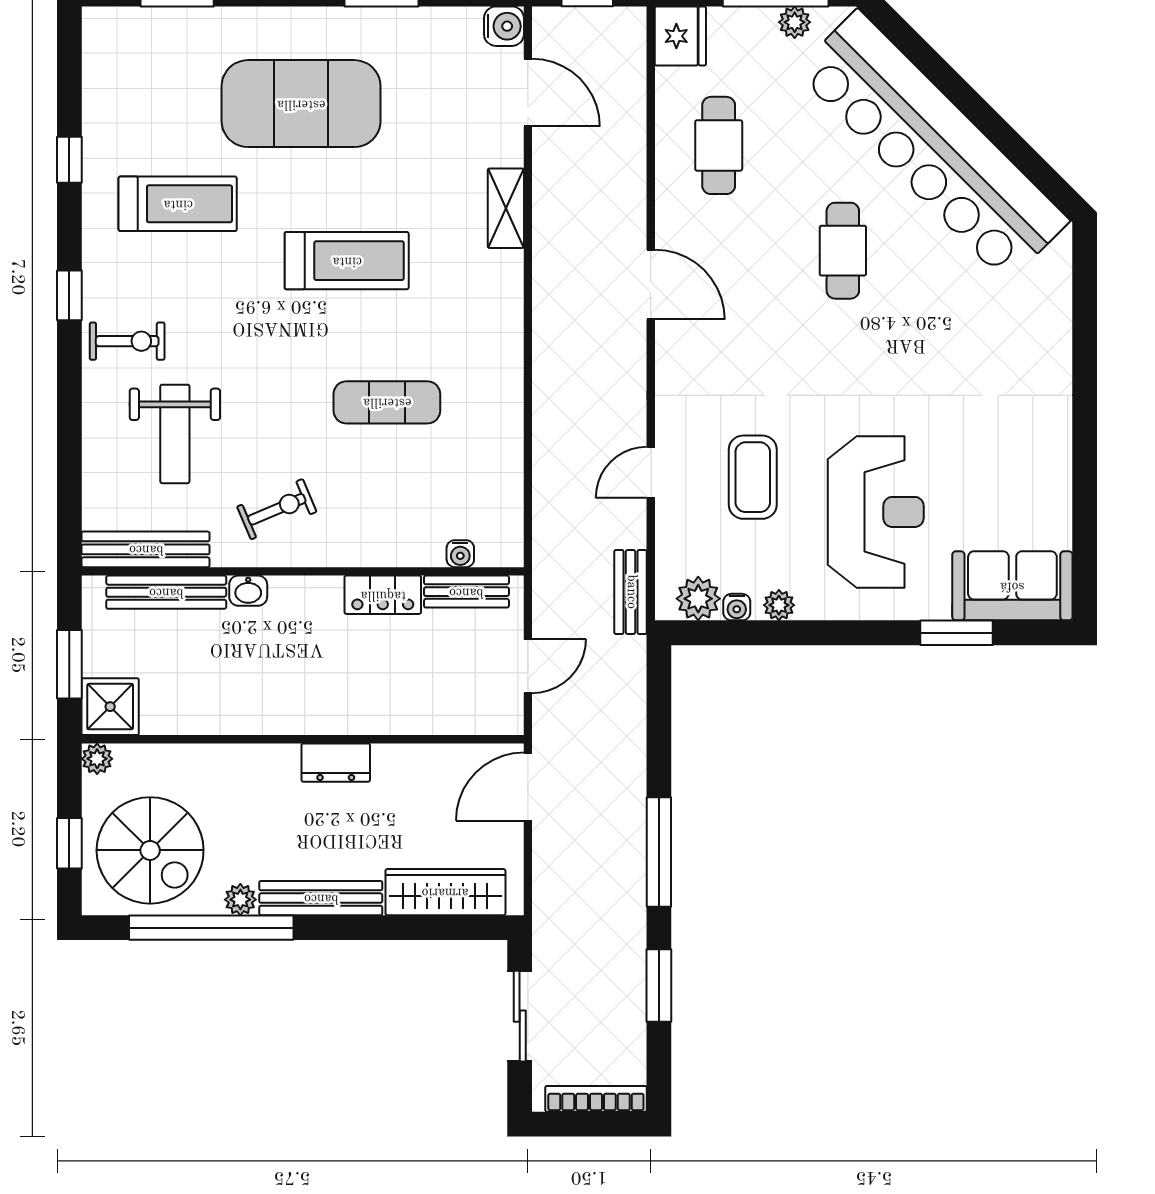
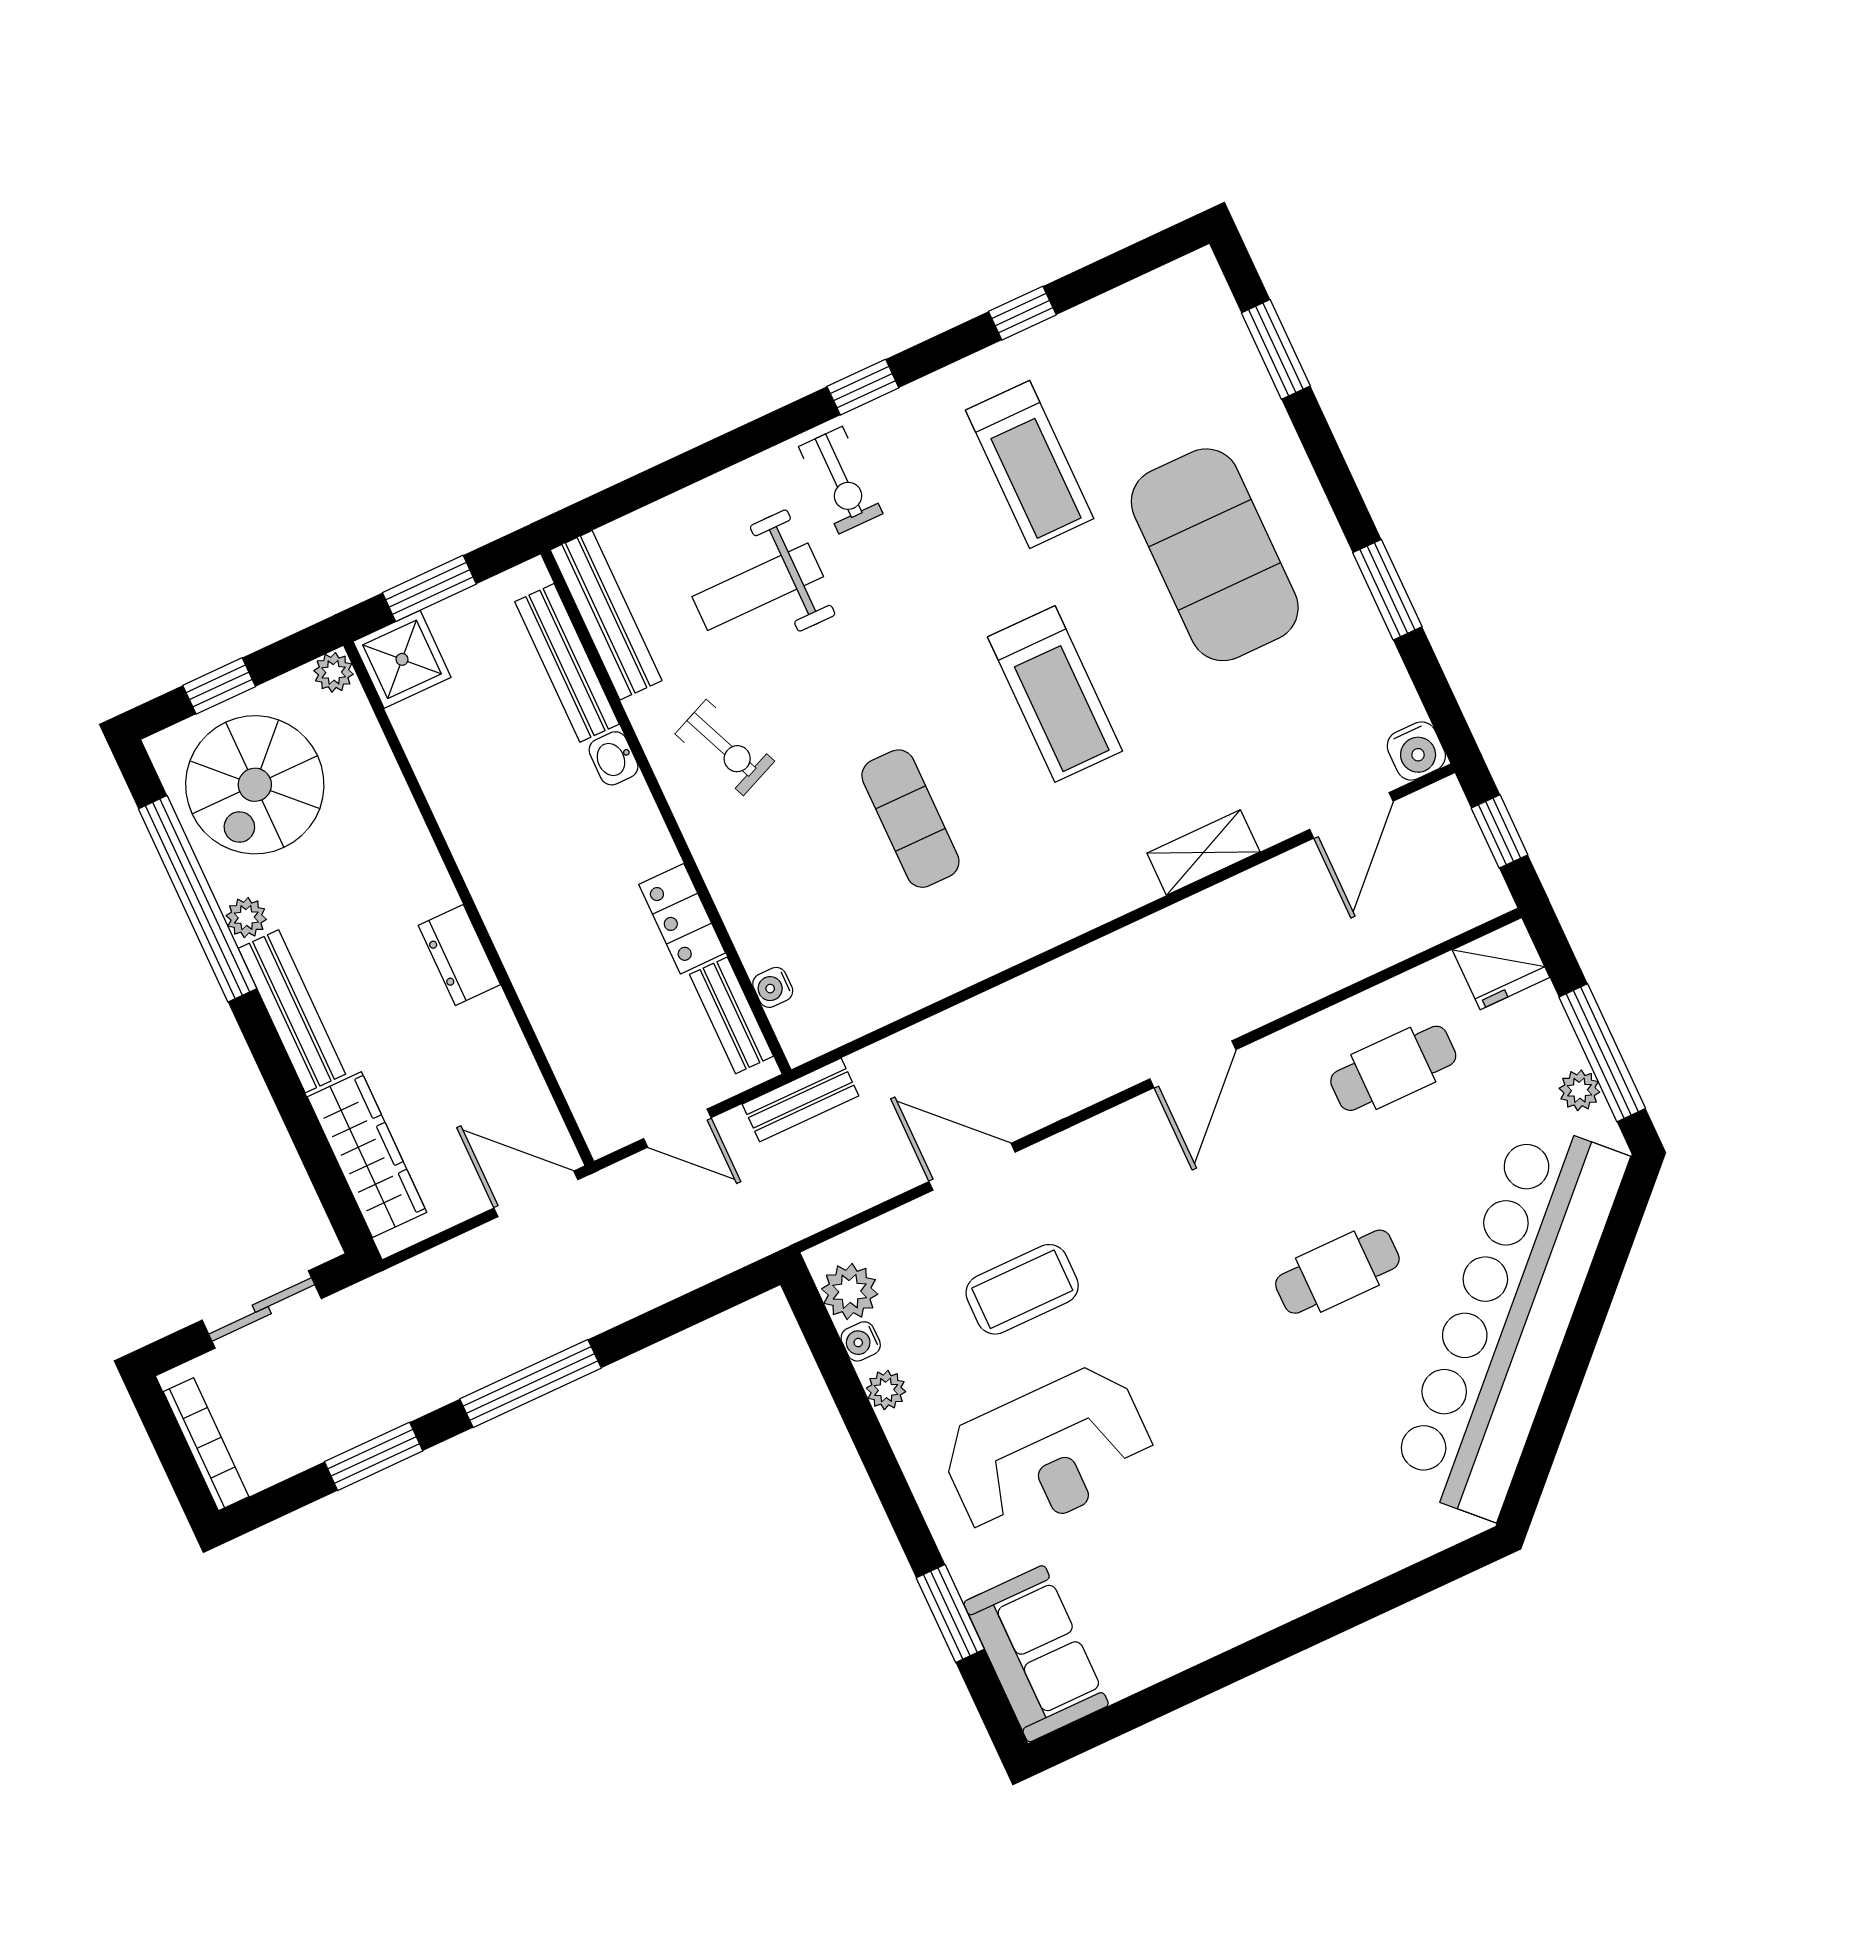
door: (651, 472) -> (972, 1167), width x1.38
bench: (631, 592) -> (800, 1100), moved

